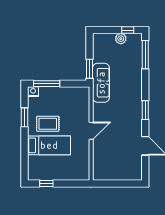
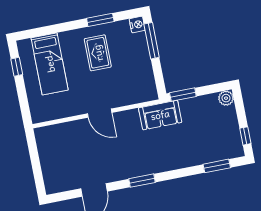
plant: (121, 39) -> (226, 98), moved
window: (145, 55) -> (217, 166), width x0.69
sofa: (101, 83) -> (160, 115), width x0.73
bed: (49, 145) -> (50, 64), moved

